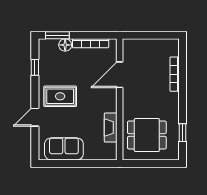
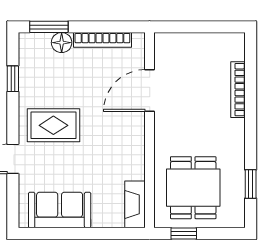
fireplace: (111, 128) -> (135, 204), moved
dining table: (147, 135) -> (193, 188), turned 90
window: (141, 163) -> (184, 234), added

